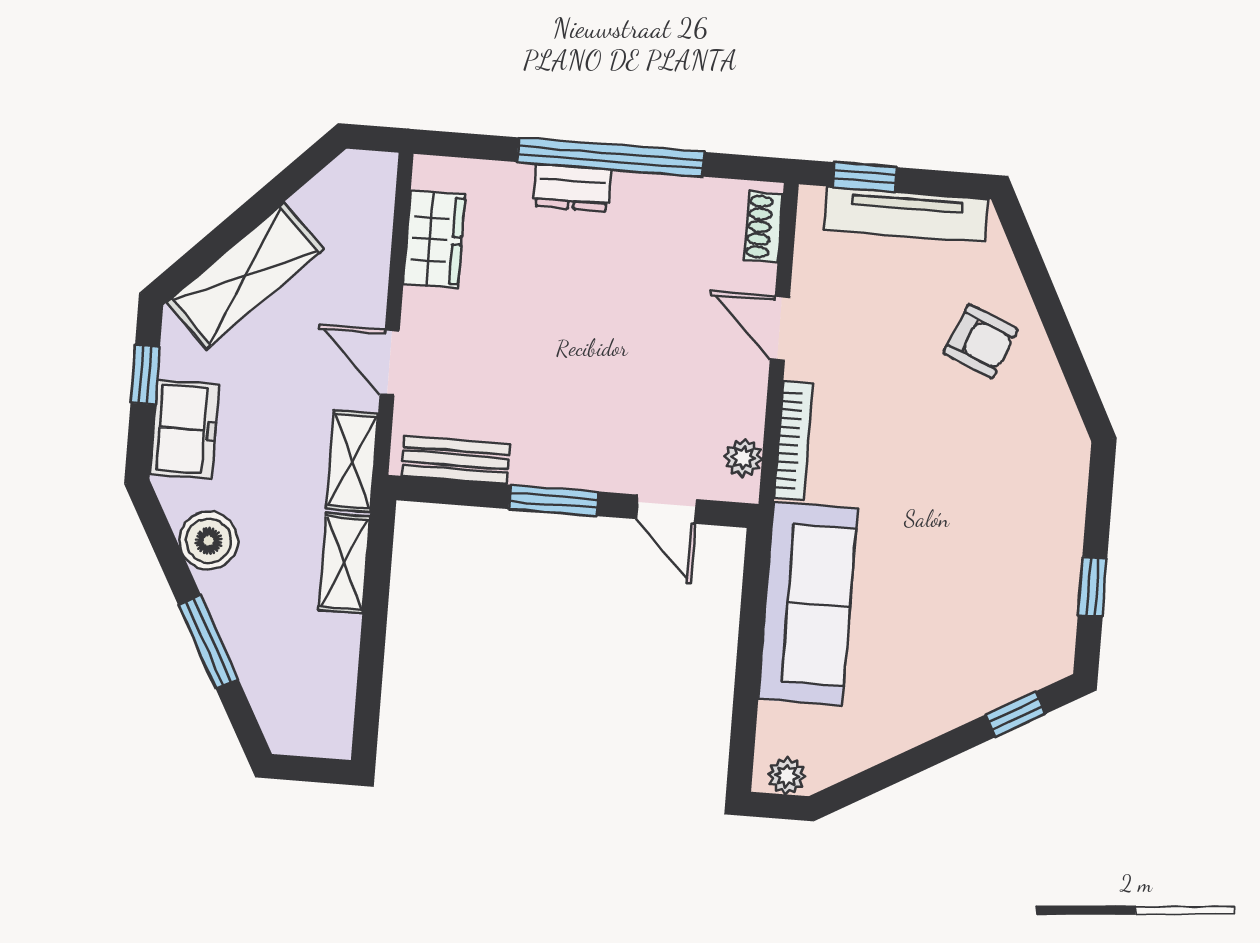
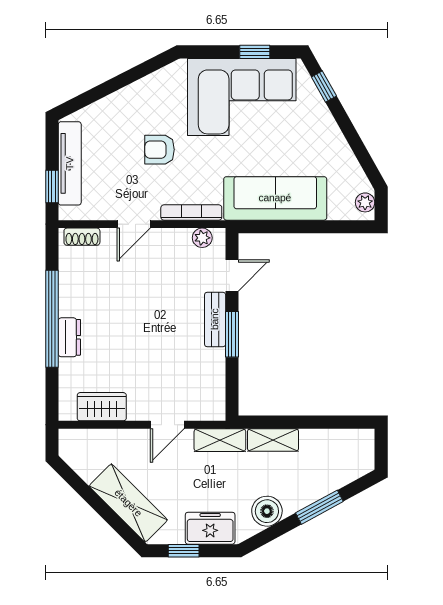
armchair: (981, 341) -> (160, 150), moved, turned -113
bench: (456, 460) -> (215, 319), moved
corner sofa: (1008, 555) -> (242, 97), added

